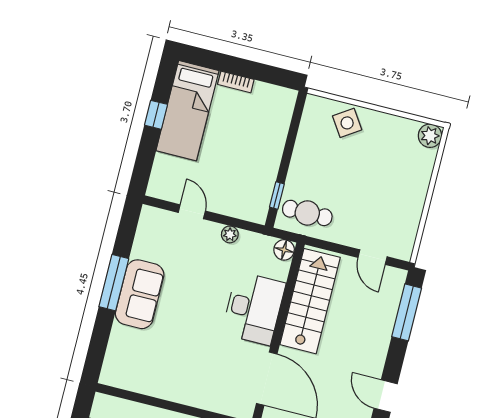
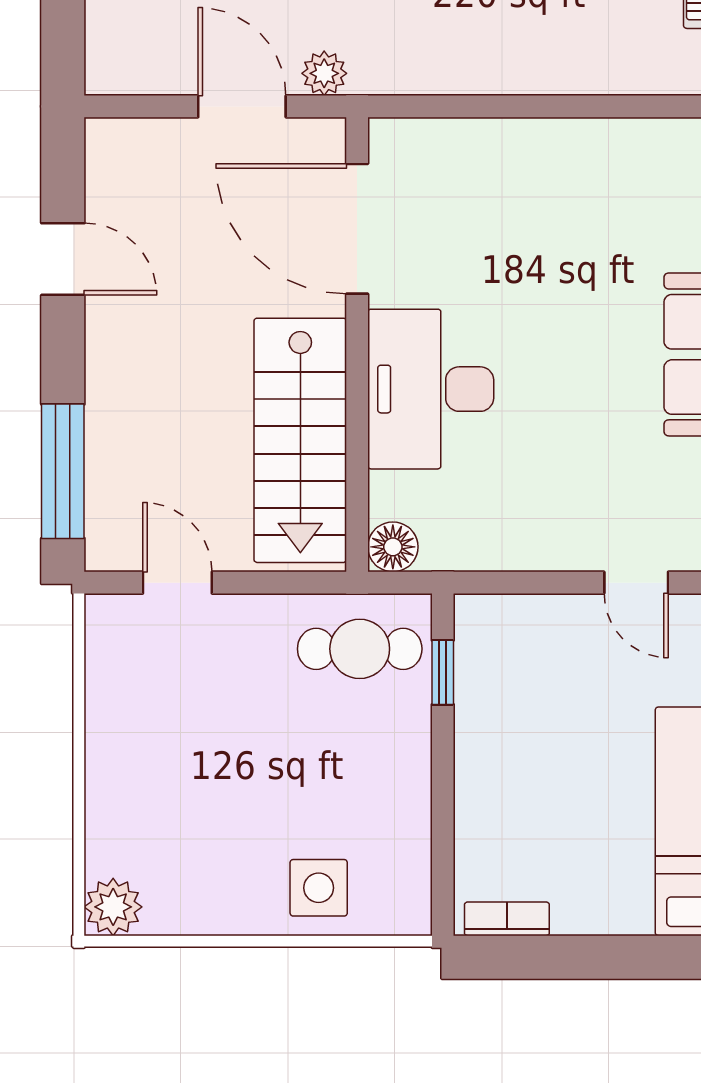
bookcase: (236, 82) -> (507, 919), moved
side table: (347, 123) -> (319, 888), turned 34
plant: (230, 234) -> (532, 551), removed

